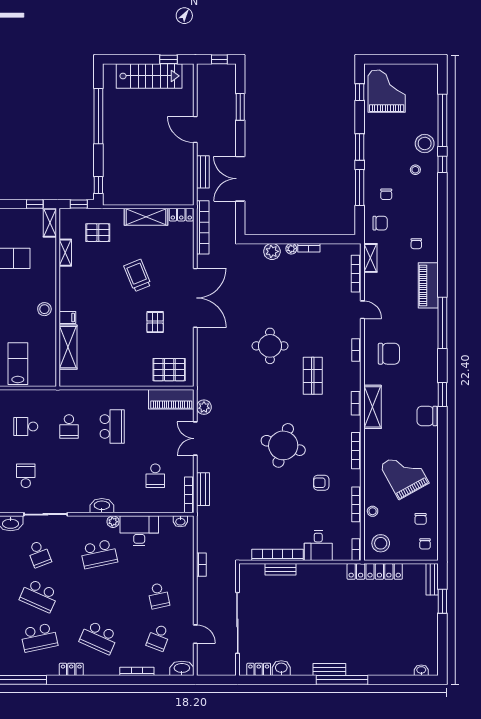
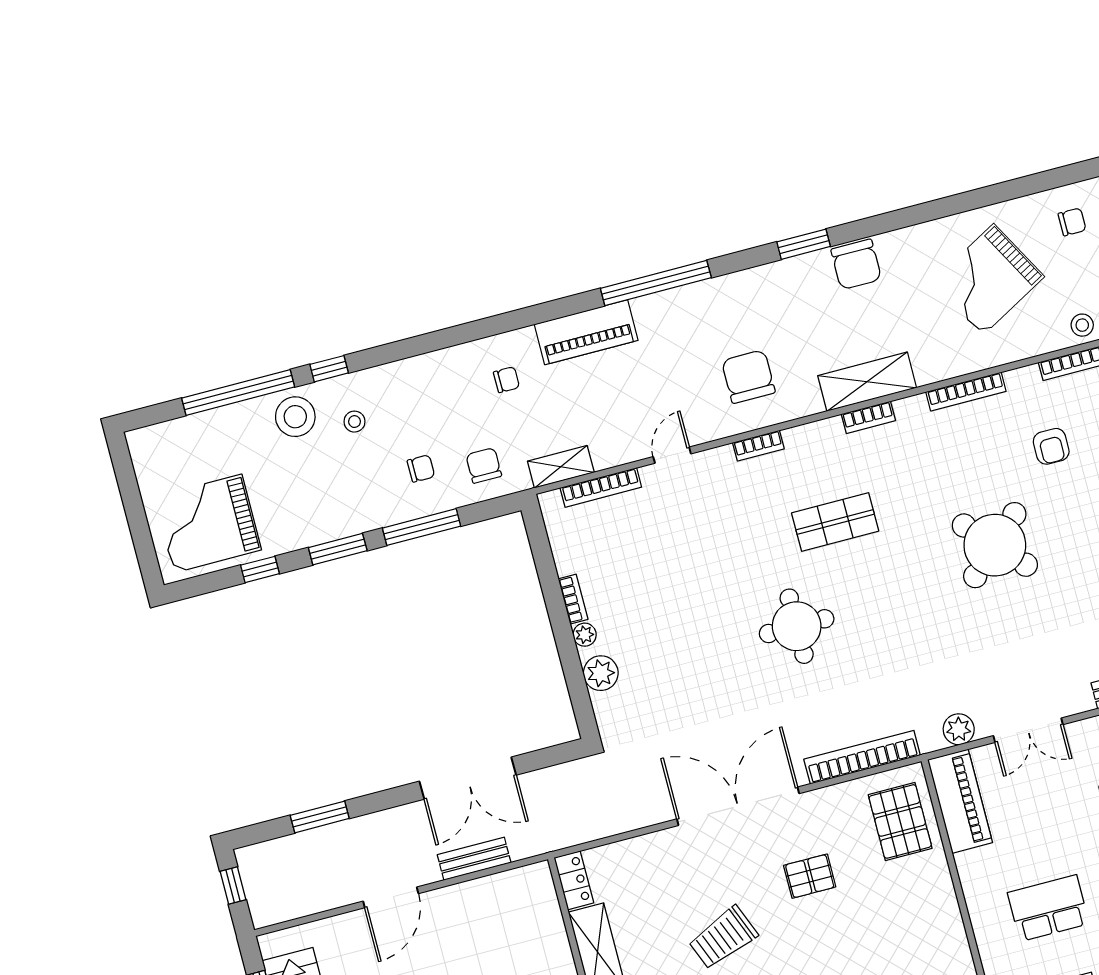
window: (360, 92) -> (260, 569), moved
bookcase: (203, 227) -> (862, 757), moved
round table: (283, 445) -> (995, 545), turned 31

